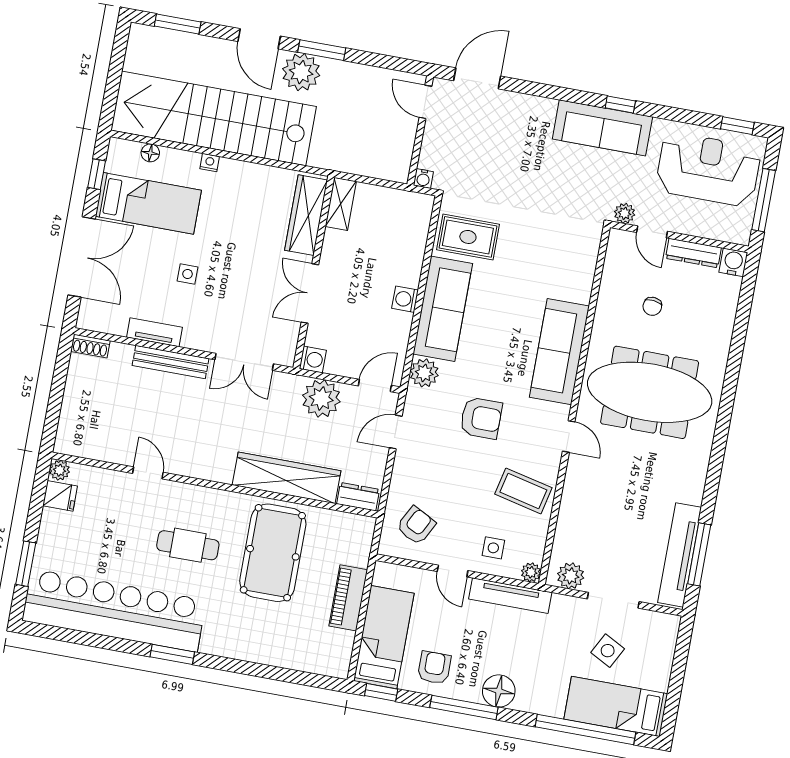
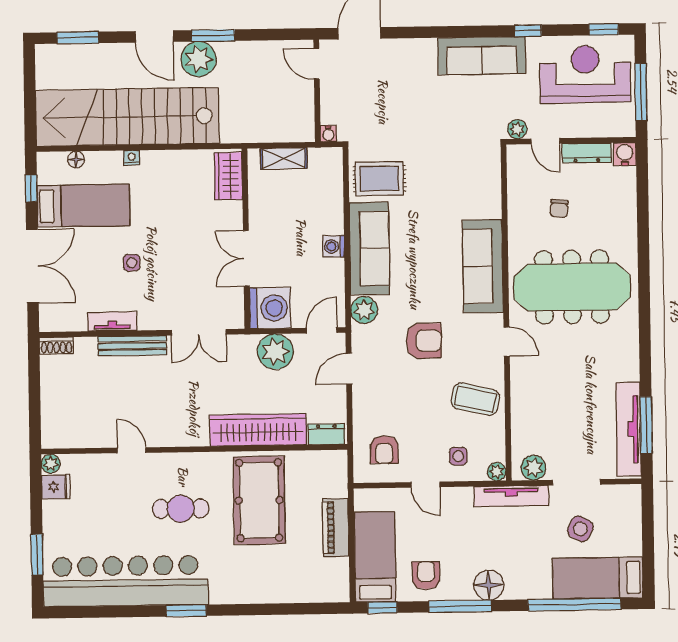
window: (620, 104) -> (528, 31), moved
shelving: (341, 204) -> (284, 158), moved, turned 90
wardrobe: (306, 215) -> (228, 176), width x0.67
washing machine: (313, 359) -> (270, 308), width x1.89, depth x1.89
armchair: (416, 525) -> (384, 450), turned 152
tv unit: (510, 596) -> (511, 496), moved

